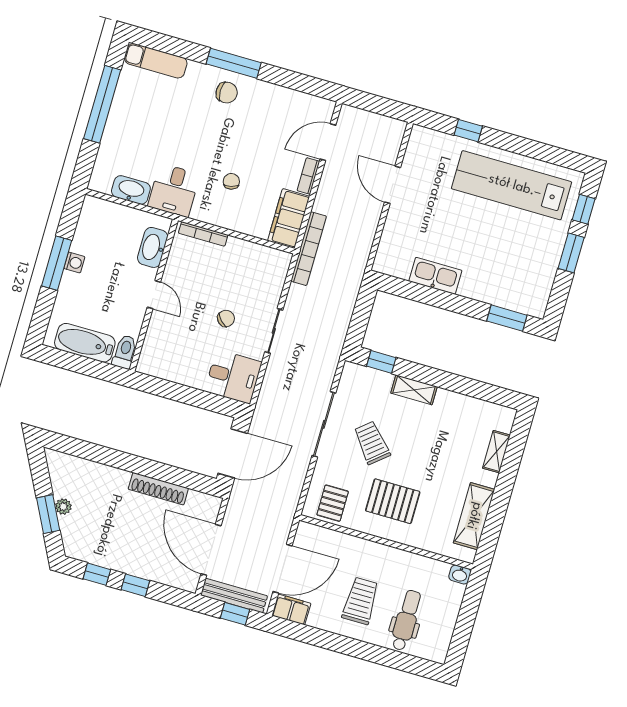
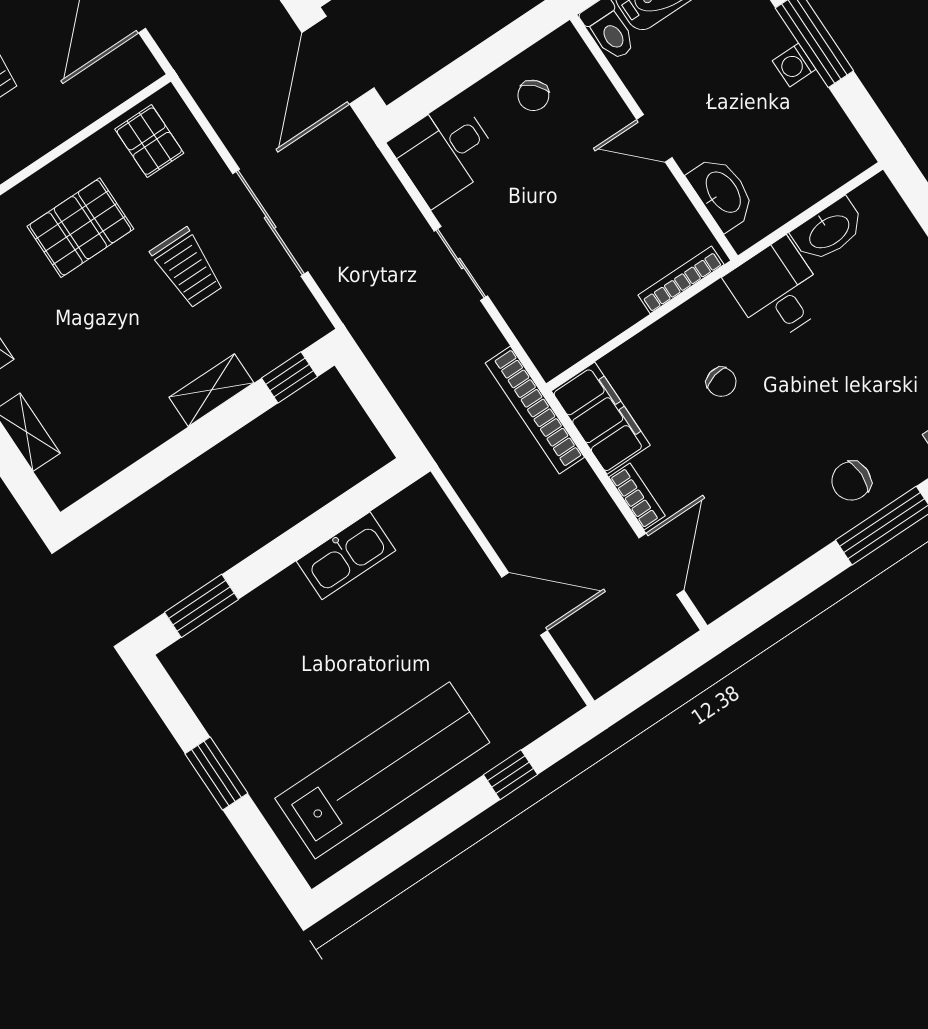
window: (584, 209) -> (263, 843), removed
chair: (226, 319) -> (533, 95), moved
trolley: (372, 443) -> (187, 268), turned 40

